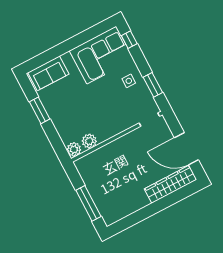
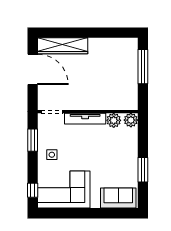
tv unit: (116, 129) -> (85, 119), added

